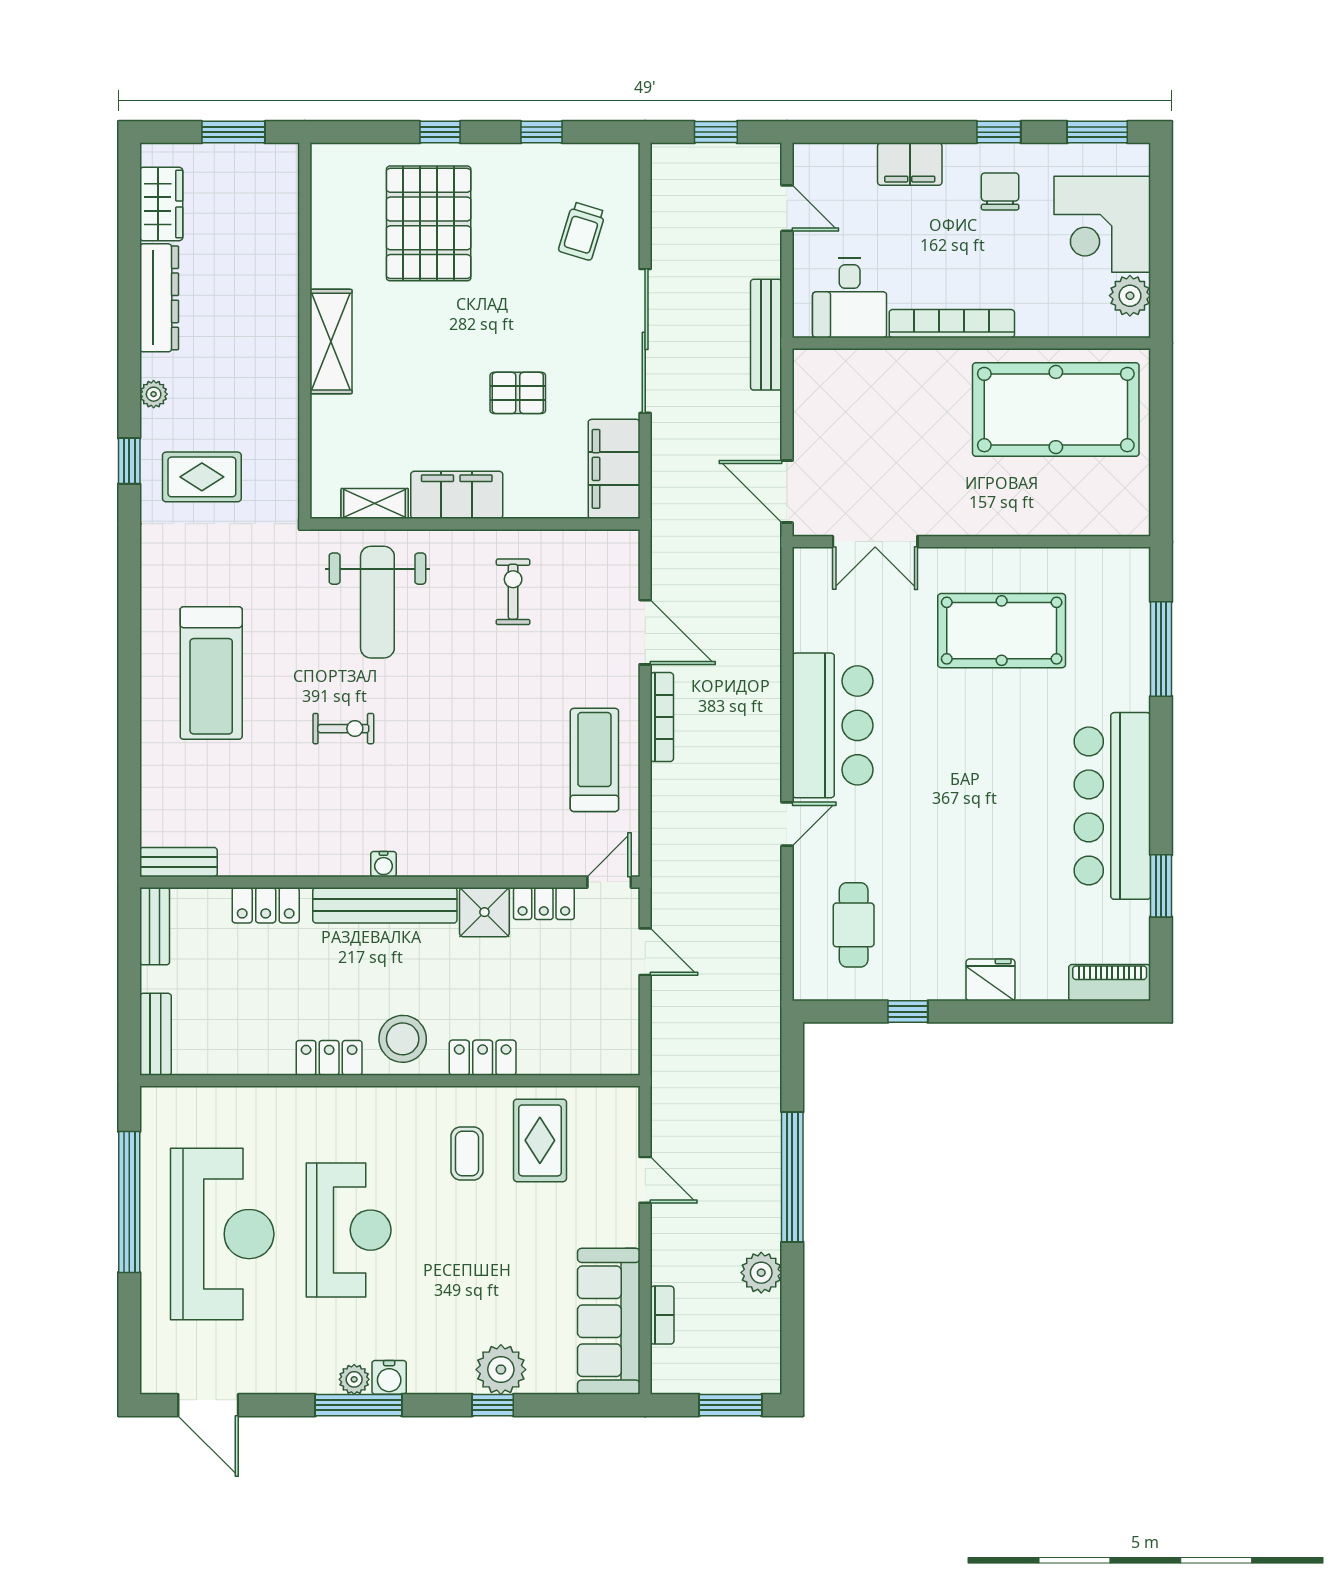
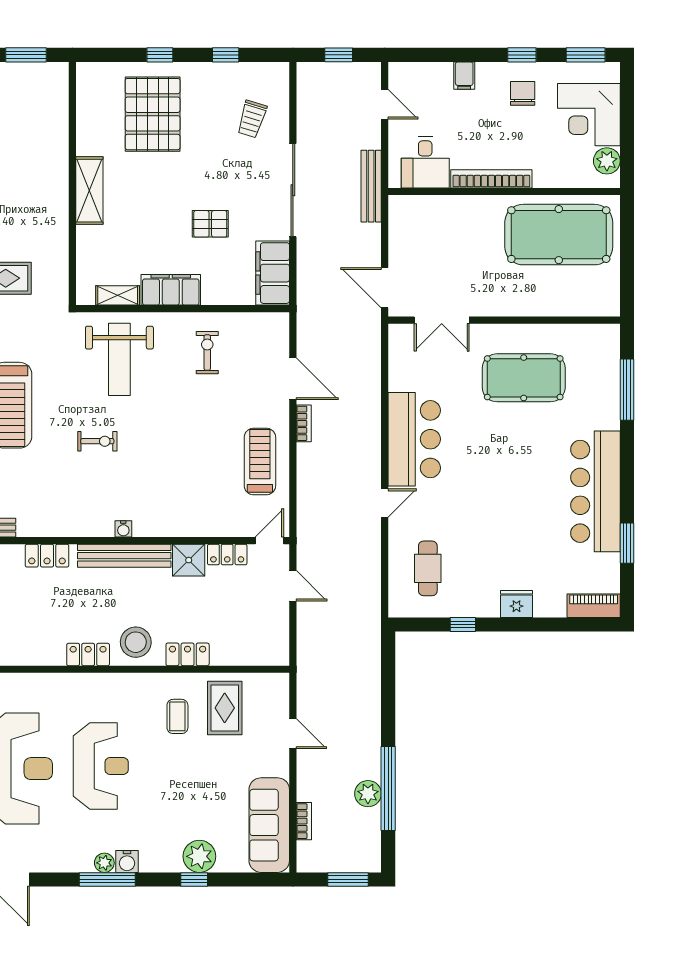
filing cabinet: (910, 164) -> (464, 76), width x0.50
bookcase: (662, 717) -> (304, 423), width x0.64
window: (792, 1177) -> (388, 788), moved

